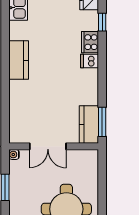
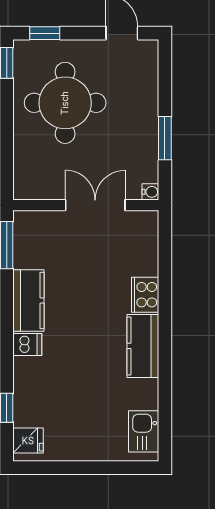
cooker: (90, 42) -> (145, 295), moved, turned 180
kitchen counter: (89, 124) -> (28, 301), moved

